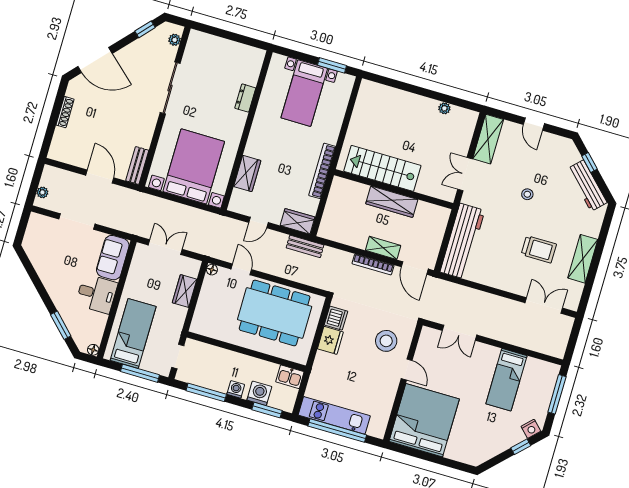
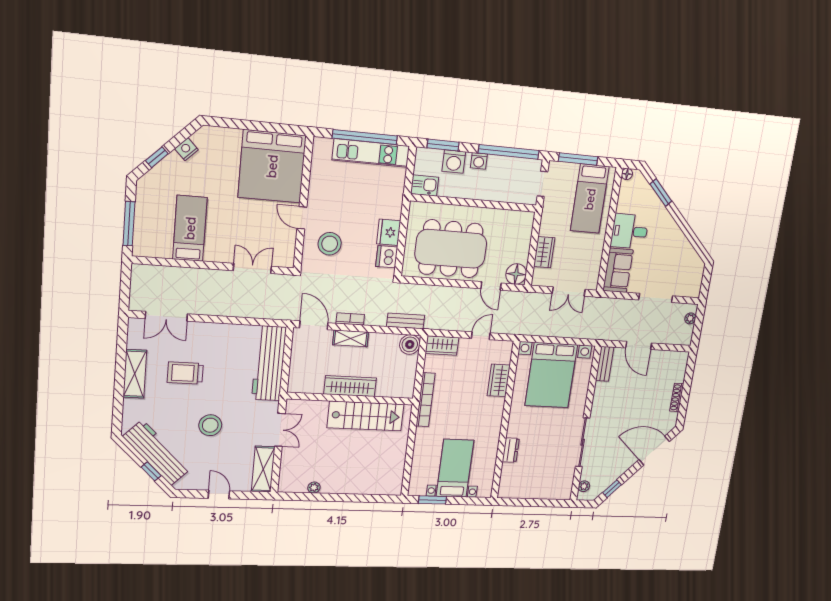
workbench: (587, 186) -> (157, 453), width x1.36, depth x1.32
stool: (527, 194) -> (210, 425), width x1.89, depth x1.89
boiler: (328, 229) -> (410, 344), added
bench: (305, 246) -> (406, 321), moved
bookcase: (373, 265) -> (350, 319), width x0.64
floor lamp: (212, 270) -> (516, 274), width x1.89, depth x1.89
window: (206, 392) -> (509, 152), width x1.46
nightstand: (531, 429) -> (186, 149), moved

